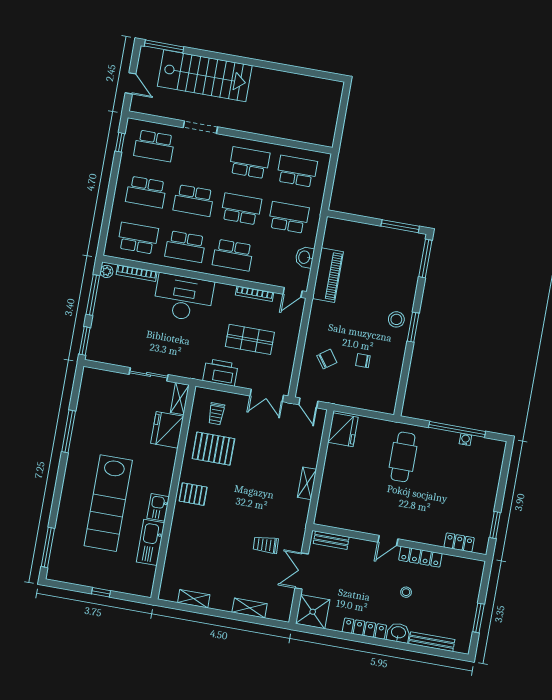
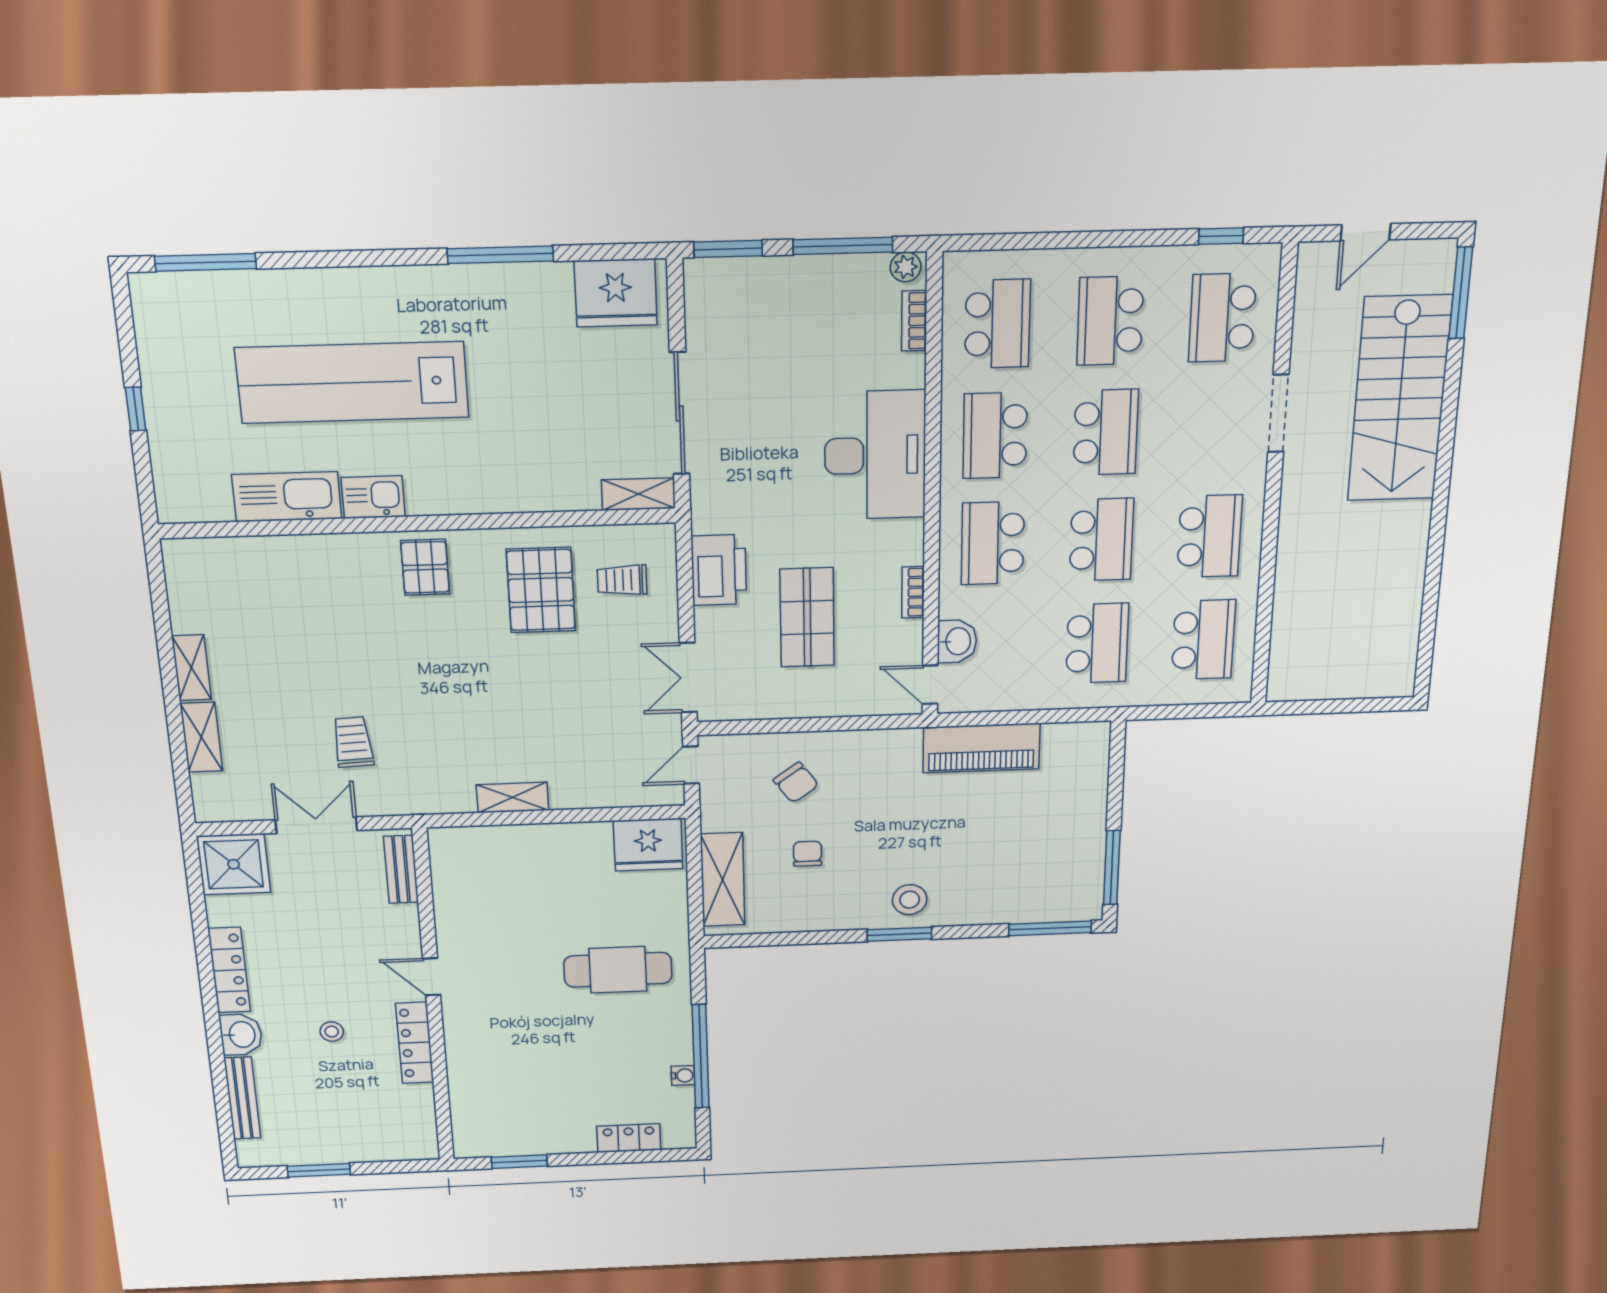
school desk: (194, 200) -> (1106, 432), turned 180
washbasin: (305, 257) -> (957, 641), moved, turned 90
bookcase: (137, 273) -> (914, 321), width x0.64
bookcase: (255, 294) -> (913, 592), width x0.64
sliding door: (149, 374) -> (680, 413), width x1.37
shelving: (368, 401) -> (723, 880), added
fridge: (167, 430) -> (616, 293), moved, turned 180
locker: (459, 542) -> (629, 1138), moved, turned -90
shelving: (194, 599) -> (192, 668), moved

